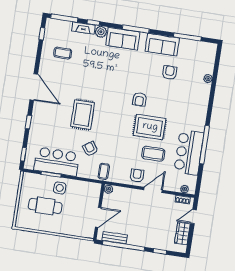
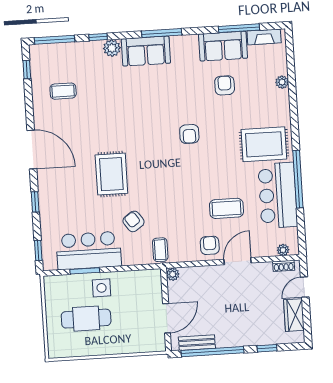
fireplace: (83, 28) -> (264, 37), moved
sofa: (162, 45) -> (223, 46), moved
rug: (150, 127) -> (264, 144), moved

